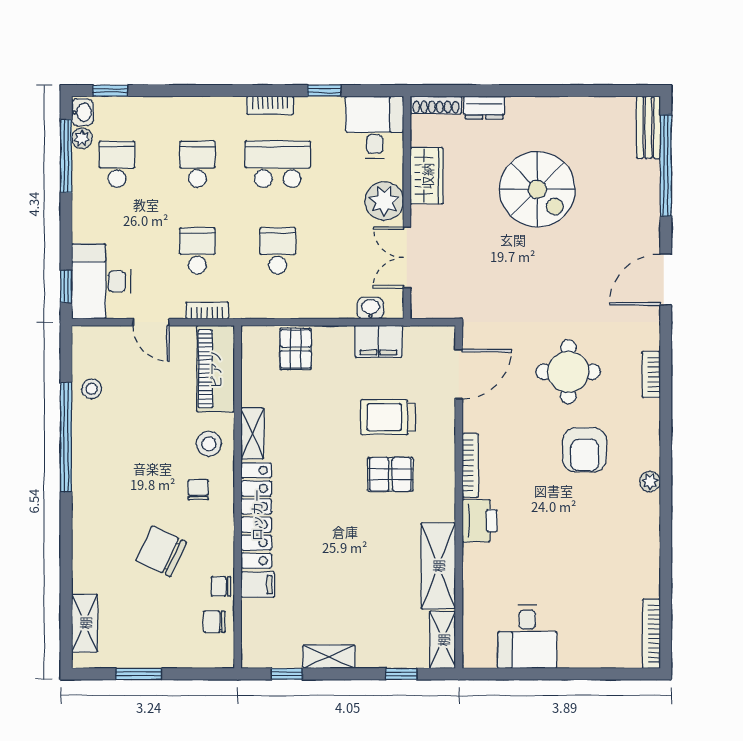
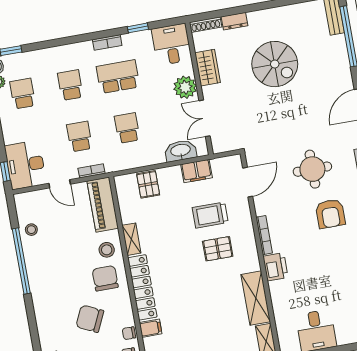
washbasin: (370, 308) -> (181, 151), width x1.91, depth x1.45
chair: (198, 490) -> (105, 278), width x1.87, depth x1.87

